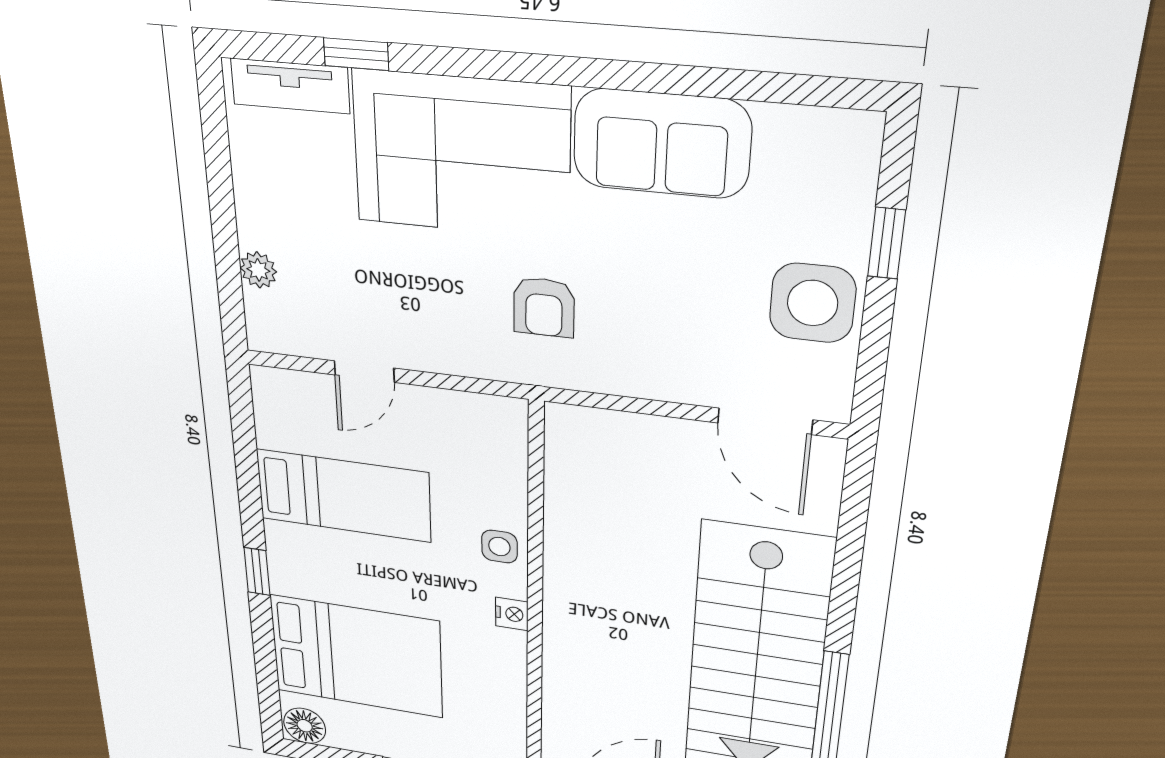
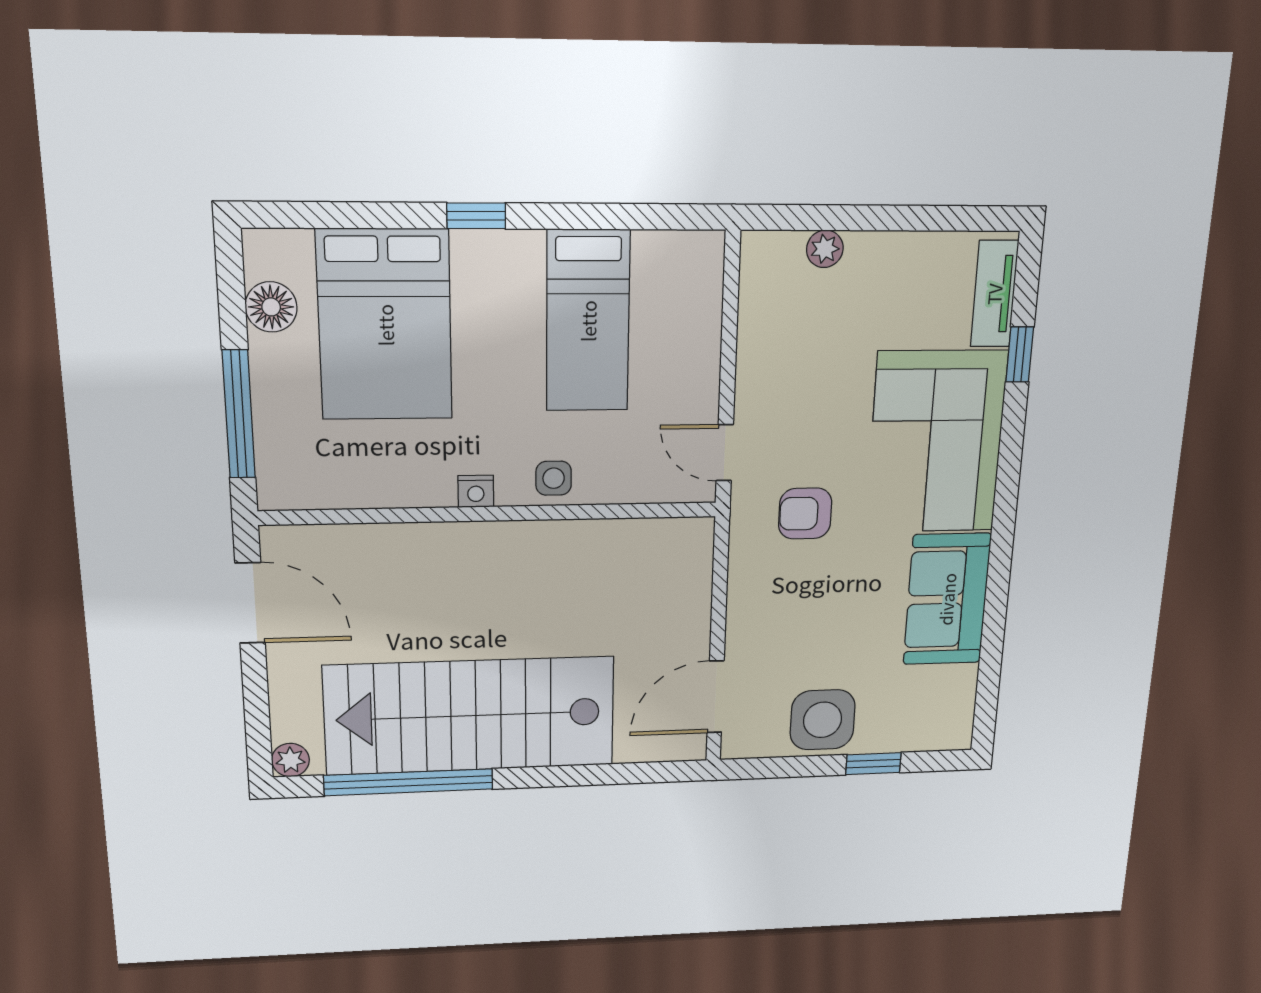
door: (364, 372) -> (725, 453), moved
floor lamp: (305, 726) -> (271, 307), moved

